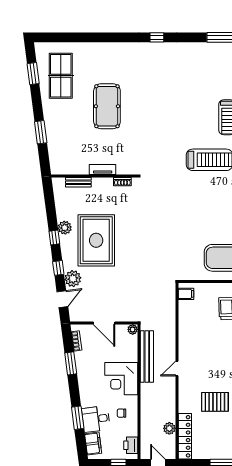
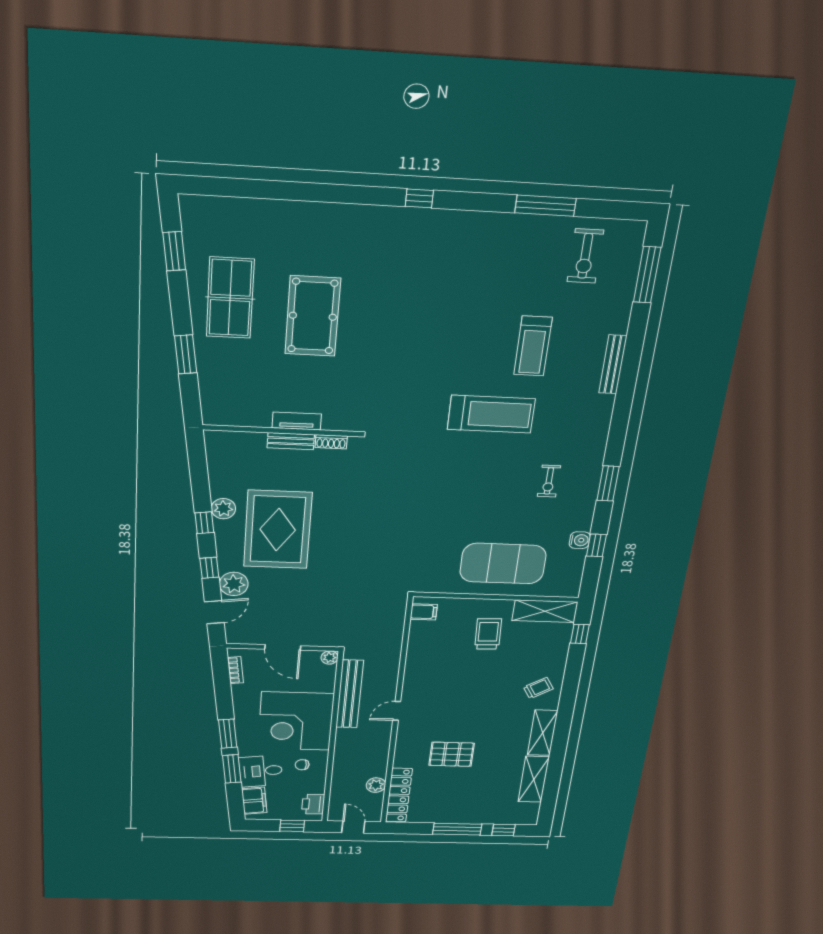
table tennis table: (61, 76) -> (230, 298), moved
bench: (78, 182) -> (291, 441), moved
window: (71, 363) -> (228, 734), moved
corner desk: (121, 379) -> (296, 721), width x1.36, depth x1.36

